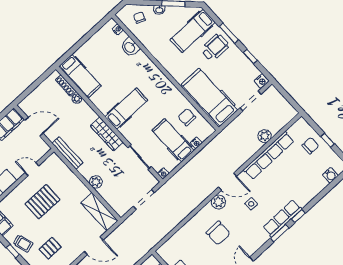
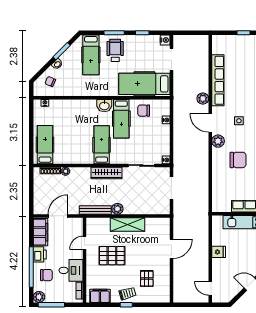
washbasin: (130, 47) -> (104, 106), moved
hospital bed: (80, 76) -> (45, 145), moved, turned -90
plant: (265, 136) -> (203, 99), moved
hospital bed: (173, 140) -> (121, 119), moved, turned -90
chair: (310, 146) -> (237, 47), removed
plant: (96, 182) -> (117, 209), moved
door: (227, 182) -> (210, 123), swing flipped
pallet: (42, 202) -> (112, 256), turned 90
shelving: (99, 212) -> (127, 224), moved

